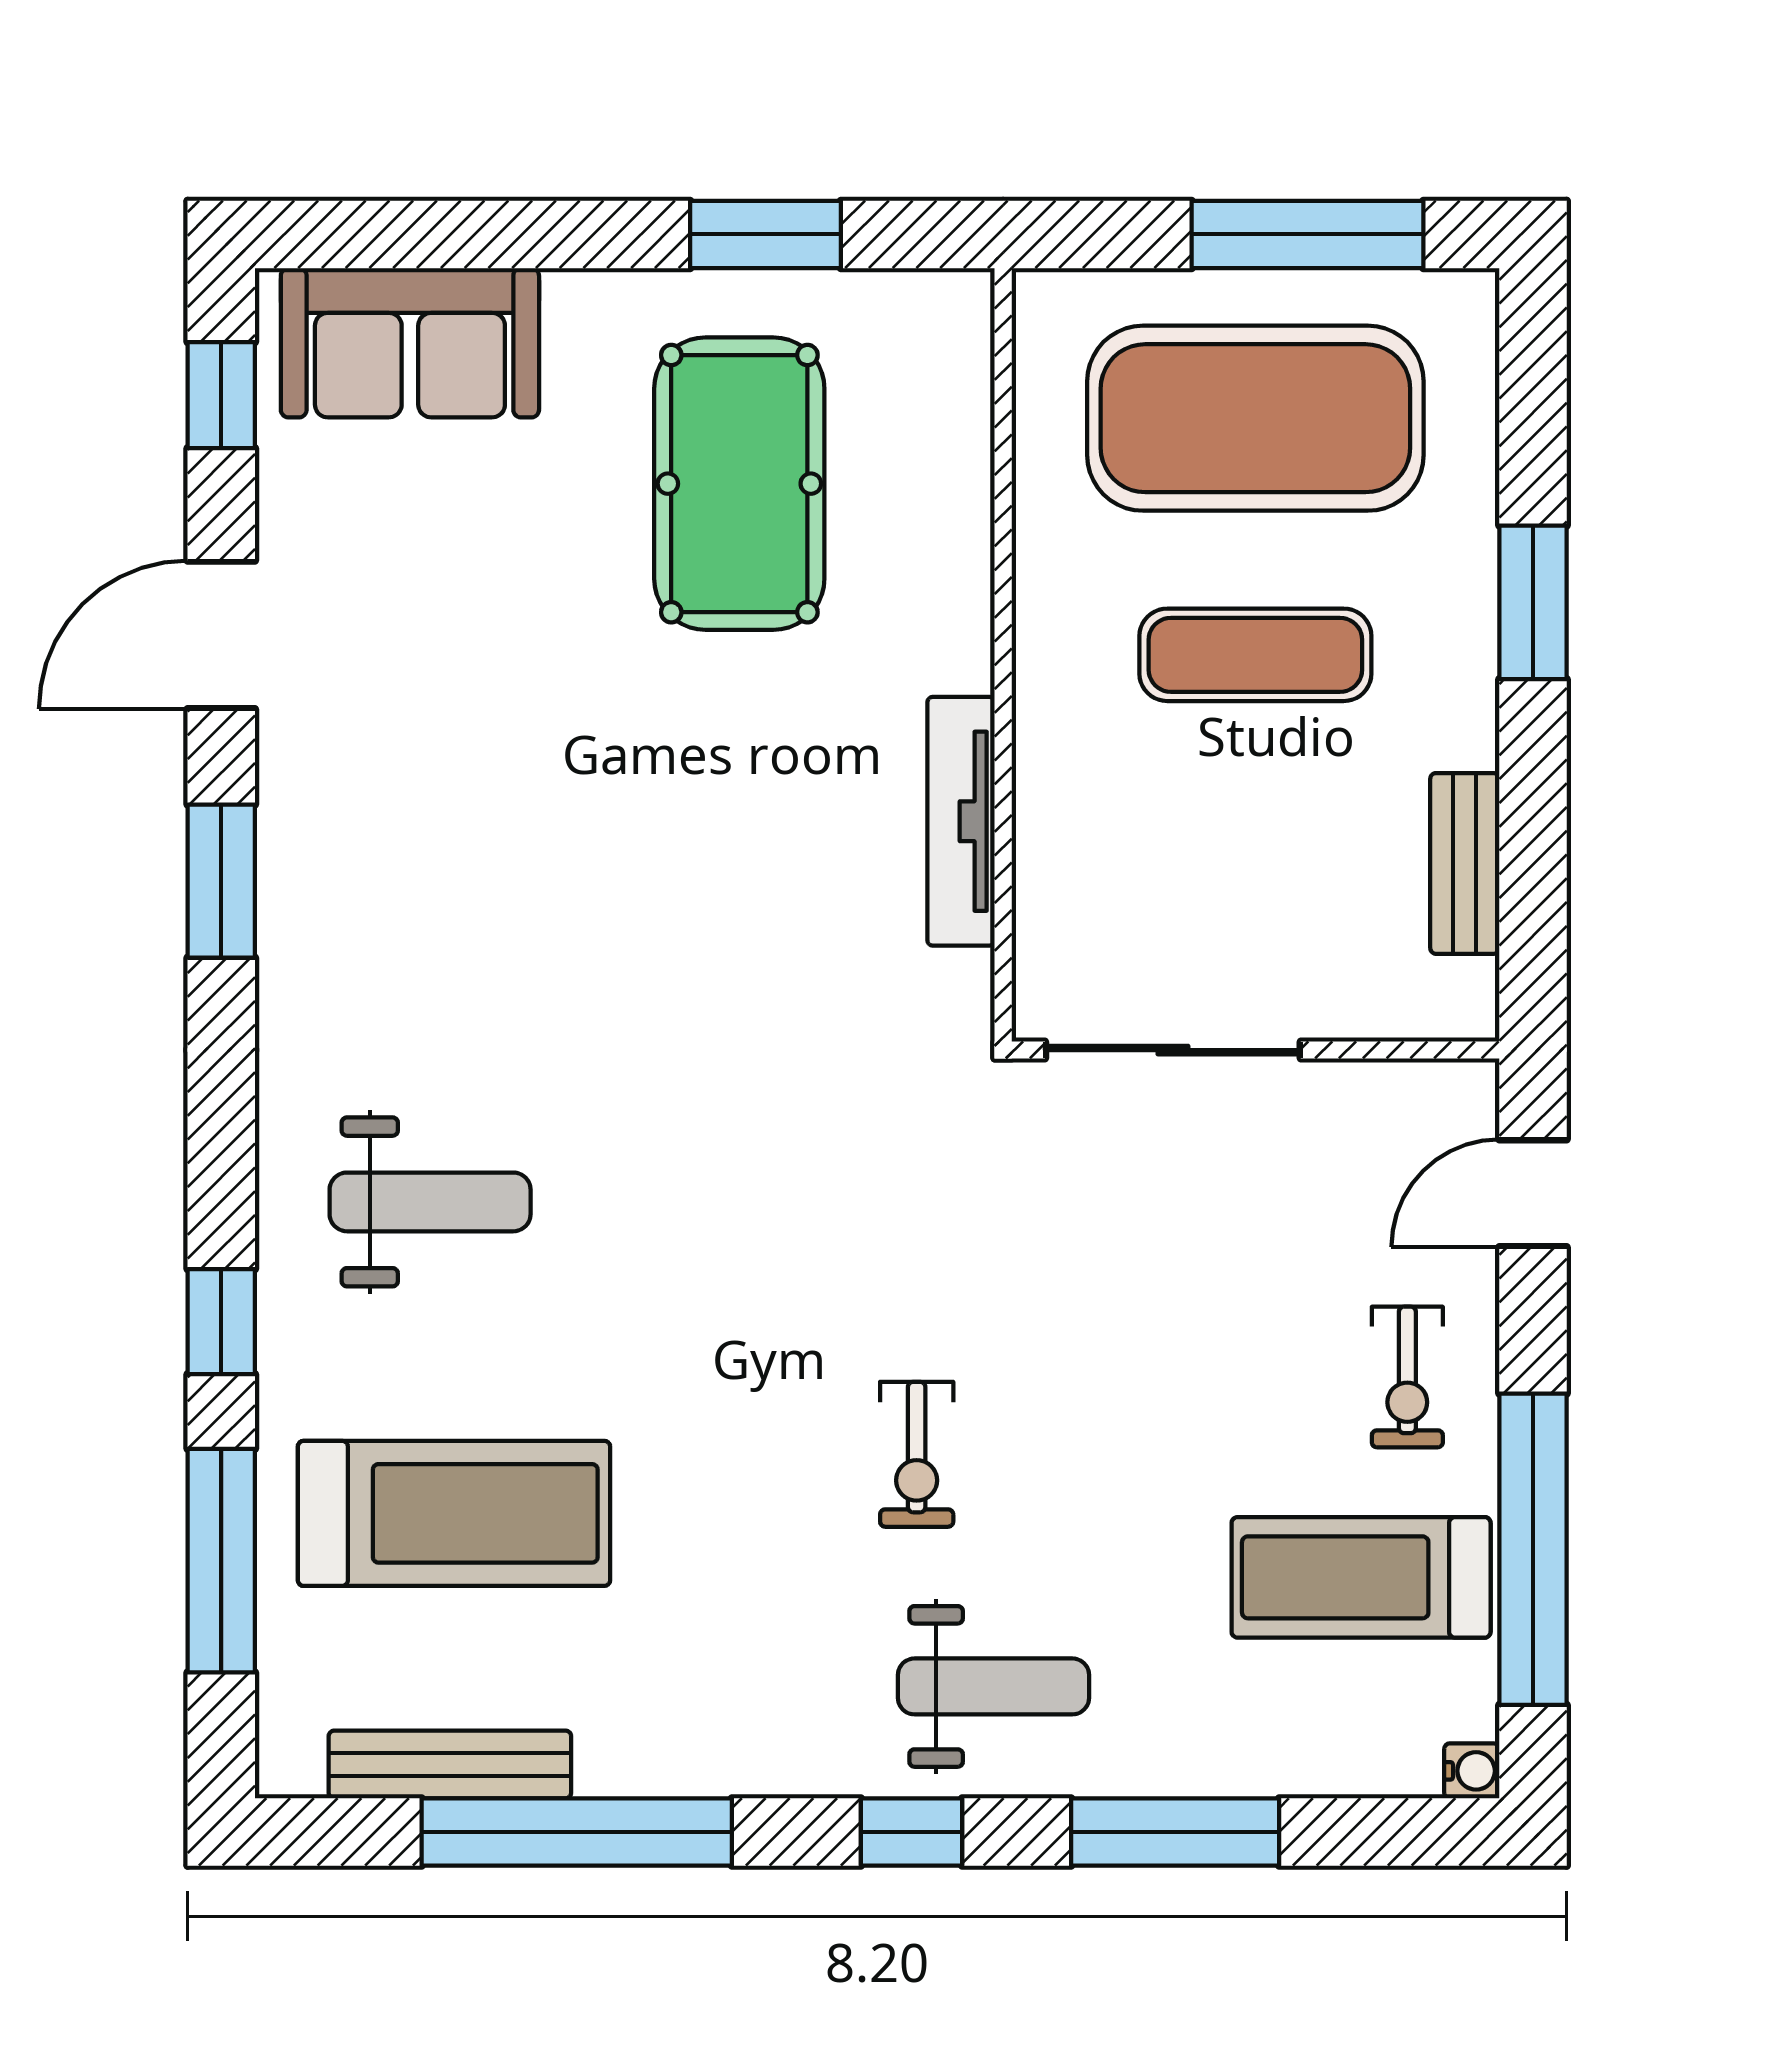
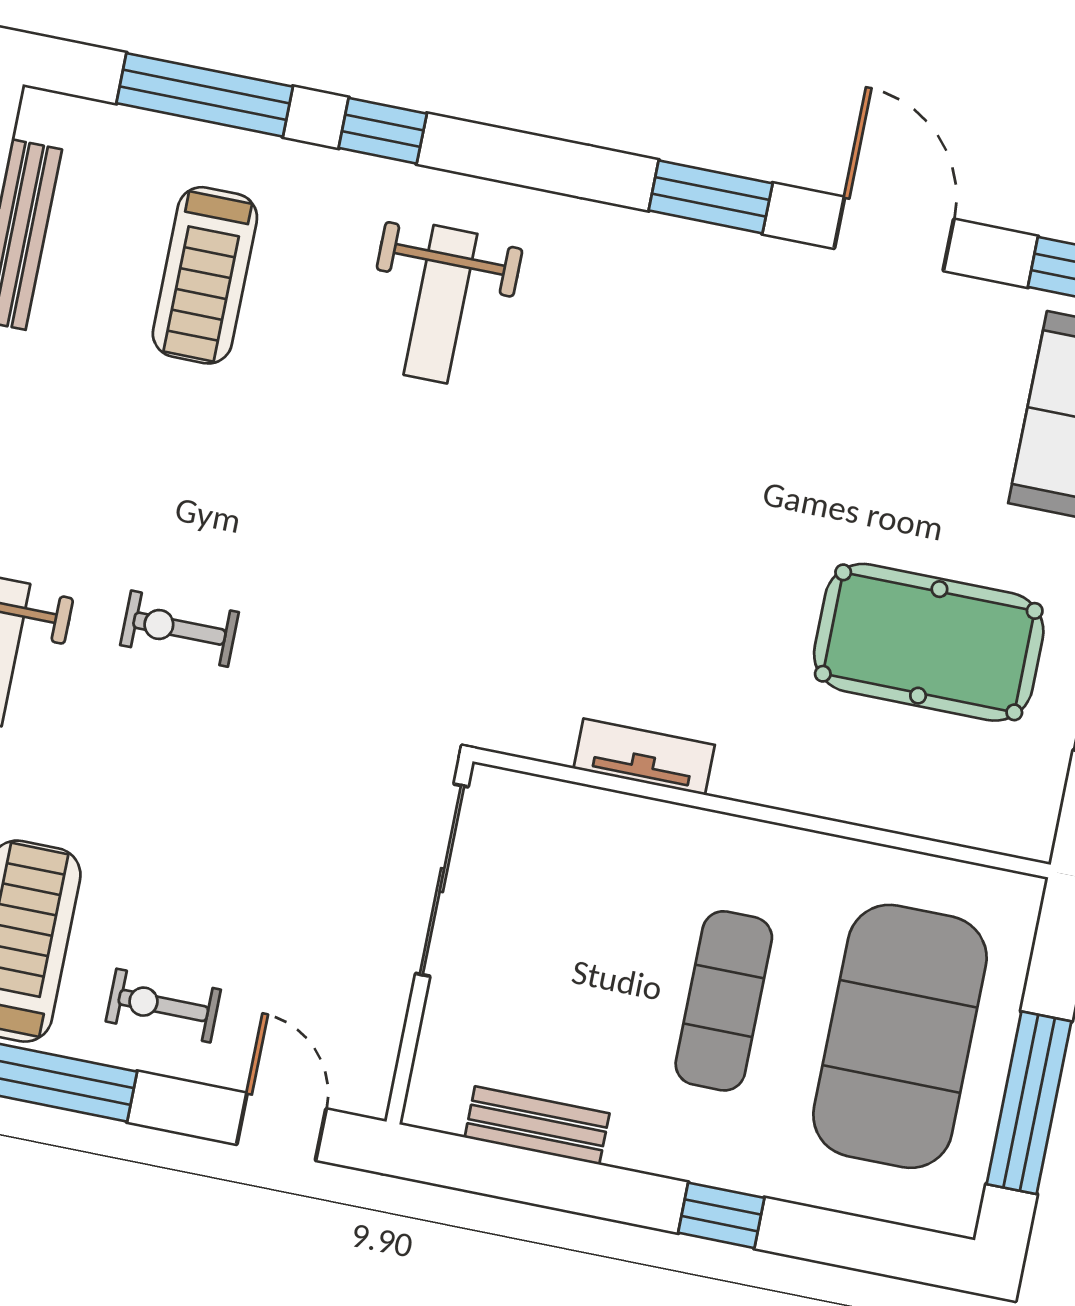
window: (1533, 602) -> (721, 1215), width x0.67
tv unit: (961, 821) -> (644, 757), width x0.71
treadmill: (454, 1513) -> (205, 275), width x0.73, depth x0.73

